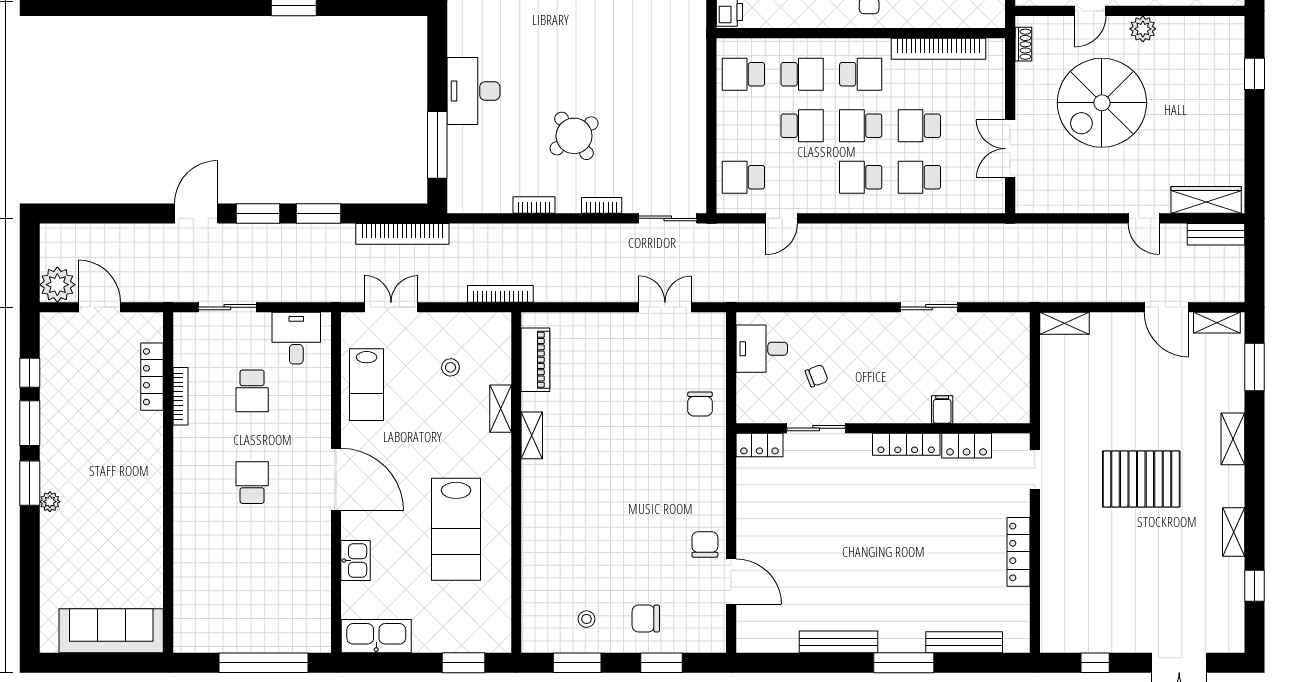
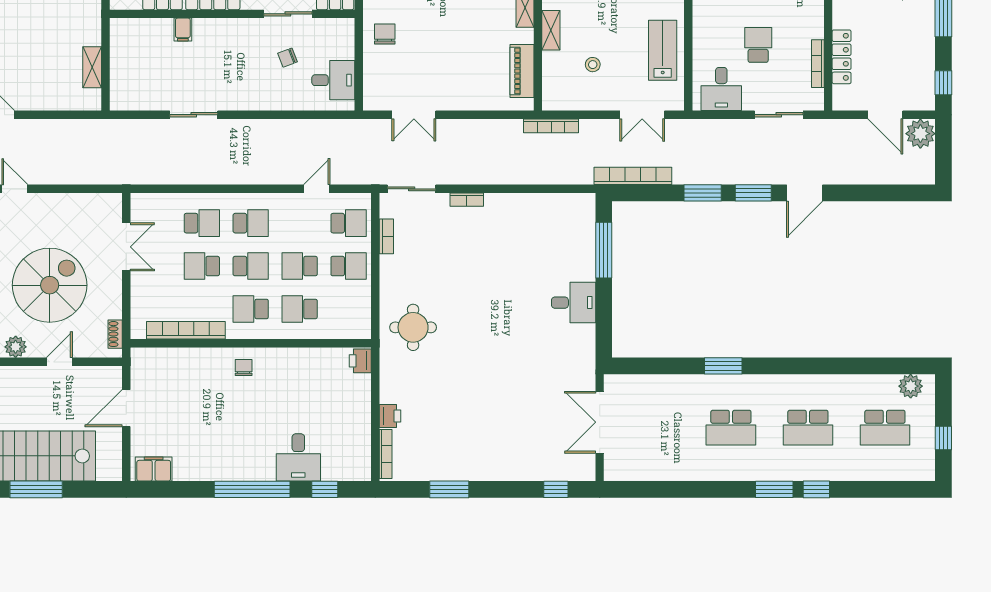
school desk: (743, 74) -> (349, 266), moved
desk: (473, 91) -> (574, 303), width x0.73
school desk: (919, 126) -> (202, 266), turned 180
round table: (574, 136) -> (413, 327), moved, turned 36
bookcase: (534, 205) -> (386, 236), moved, turned -90
shelving: (1064, 323) -> (92, 67), moved, turned 90
window: (30, 373) -> (943, 83), moved
bookcase: (180, 396) -> (818, 64), moved

